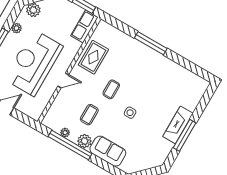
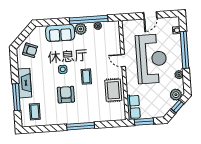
door: (63, 80) -> (123, 61), hinge flipped
armchair: (144, 85) -> (66, 95), added
coffee table: (89, 115) -> (35, 112), moved
window: (185, 135) -> (16, 97), moved
armchair: (150, 154) -> (30, 50), added

